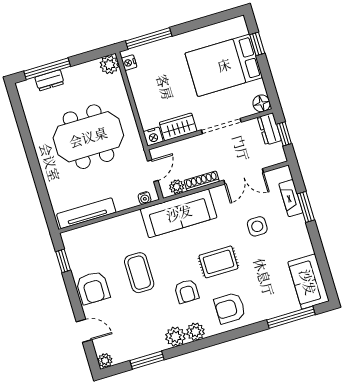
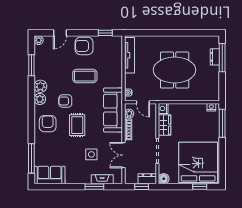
plant: (109, 65) -> (214, 95), removed
bed: (224, 65) -> (198, 163), width x1.36
meeting table: (88, 137) -> (175, 70), turned 90

